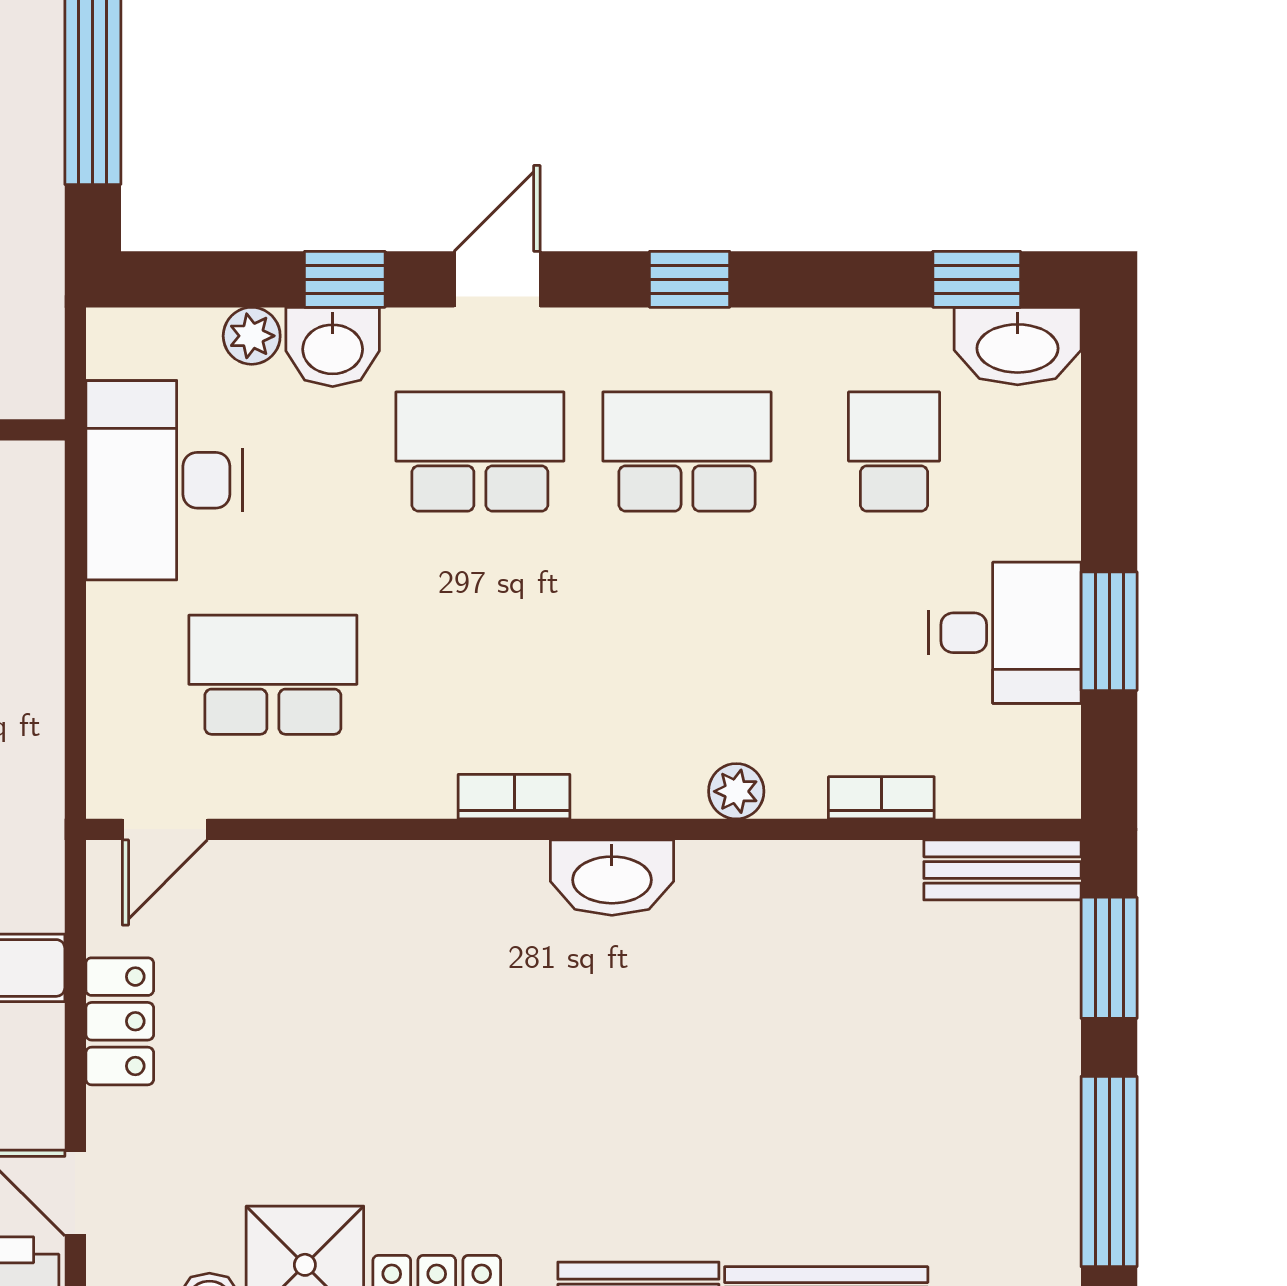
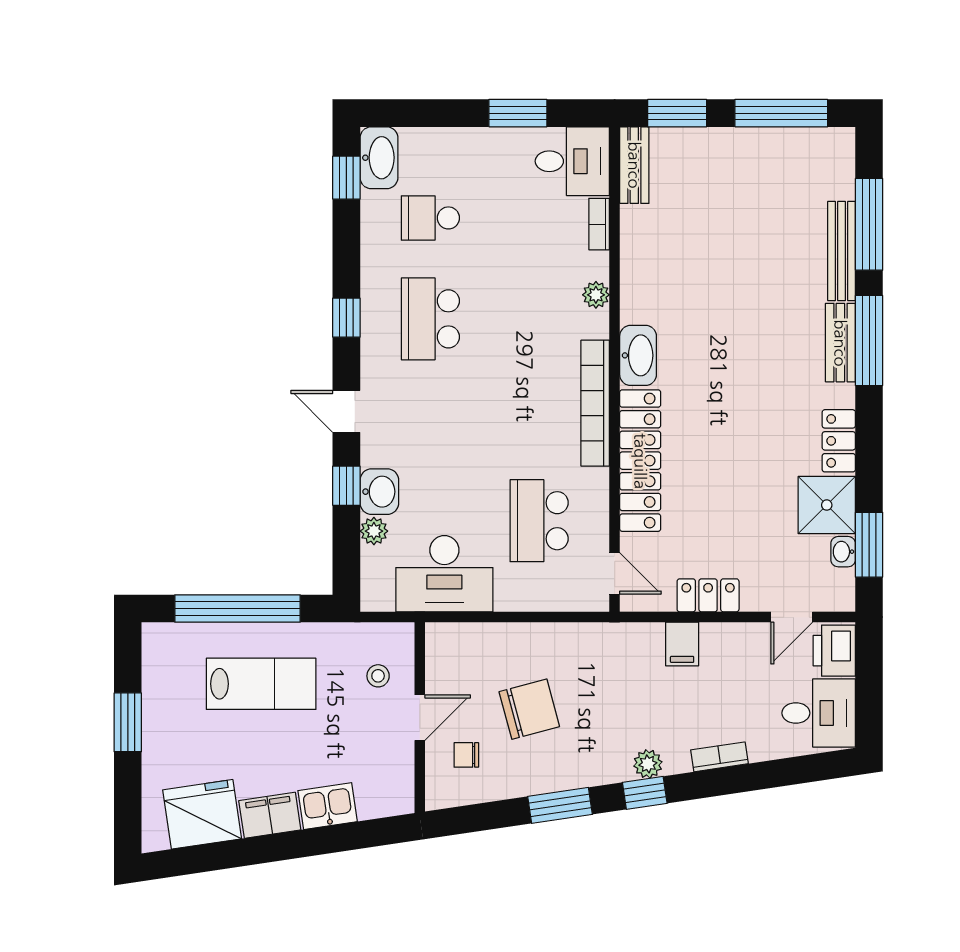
school desk: (480, 452) -> (430, 420), removed
desk: (1005, 633) -> (572, 161), moved, turned 90
bookcase: (514, 797) -> (595, 403), width x2.31, depth x1.31
locker: (396, 882) -> (640, 461), added

